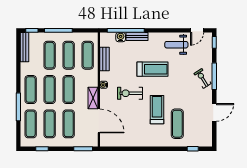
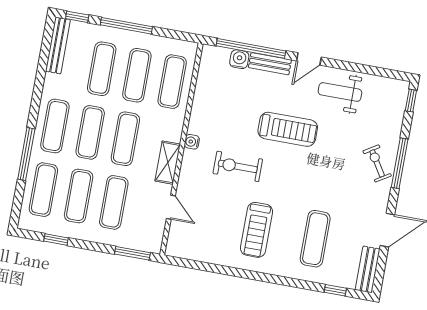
door: (197, 30) -> (309, 59), moved
bench: (105, 59) -> (368, 269), moved
treadmill: (157, 110) -> (256, 230), moved, turned 180
door: (99, 121) -> (171, 207), width x0.53

